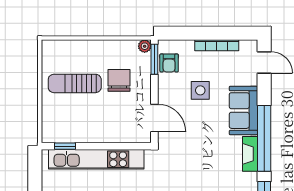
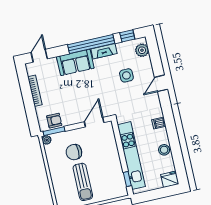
side table: (200, 90) -> (126, 75), moved

